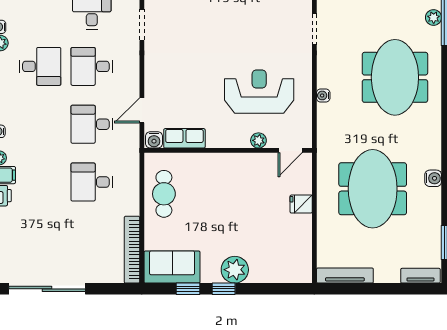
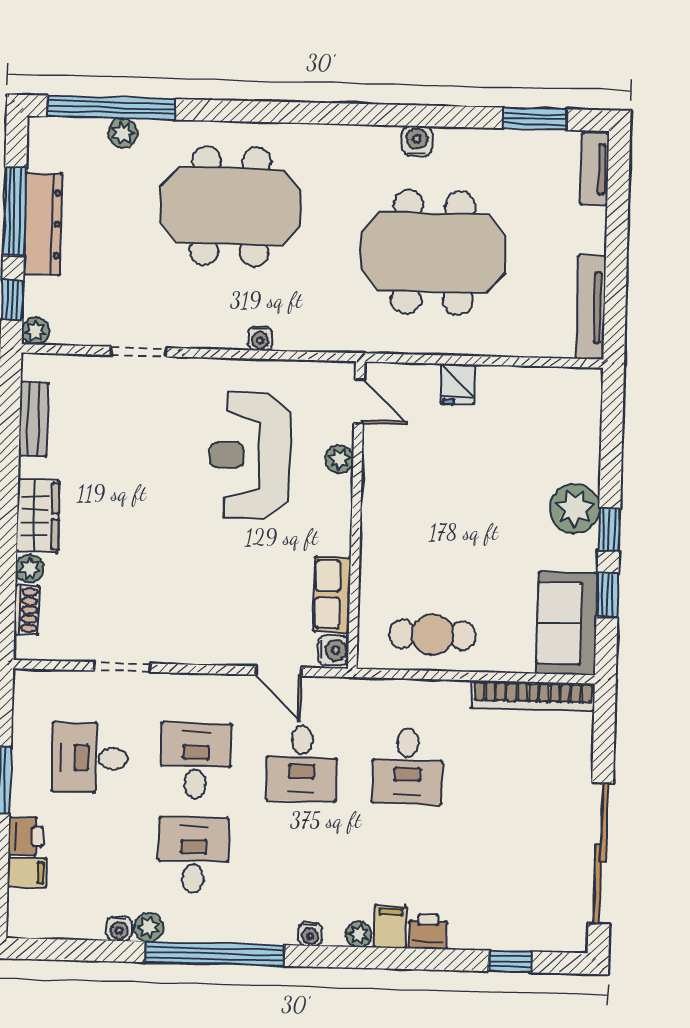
desk: (92, 66) -> (196, 761), turned 180

